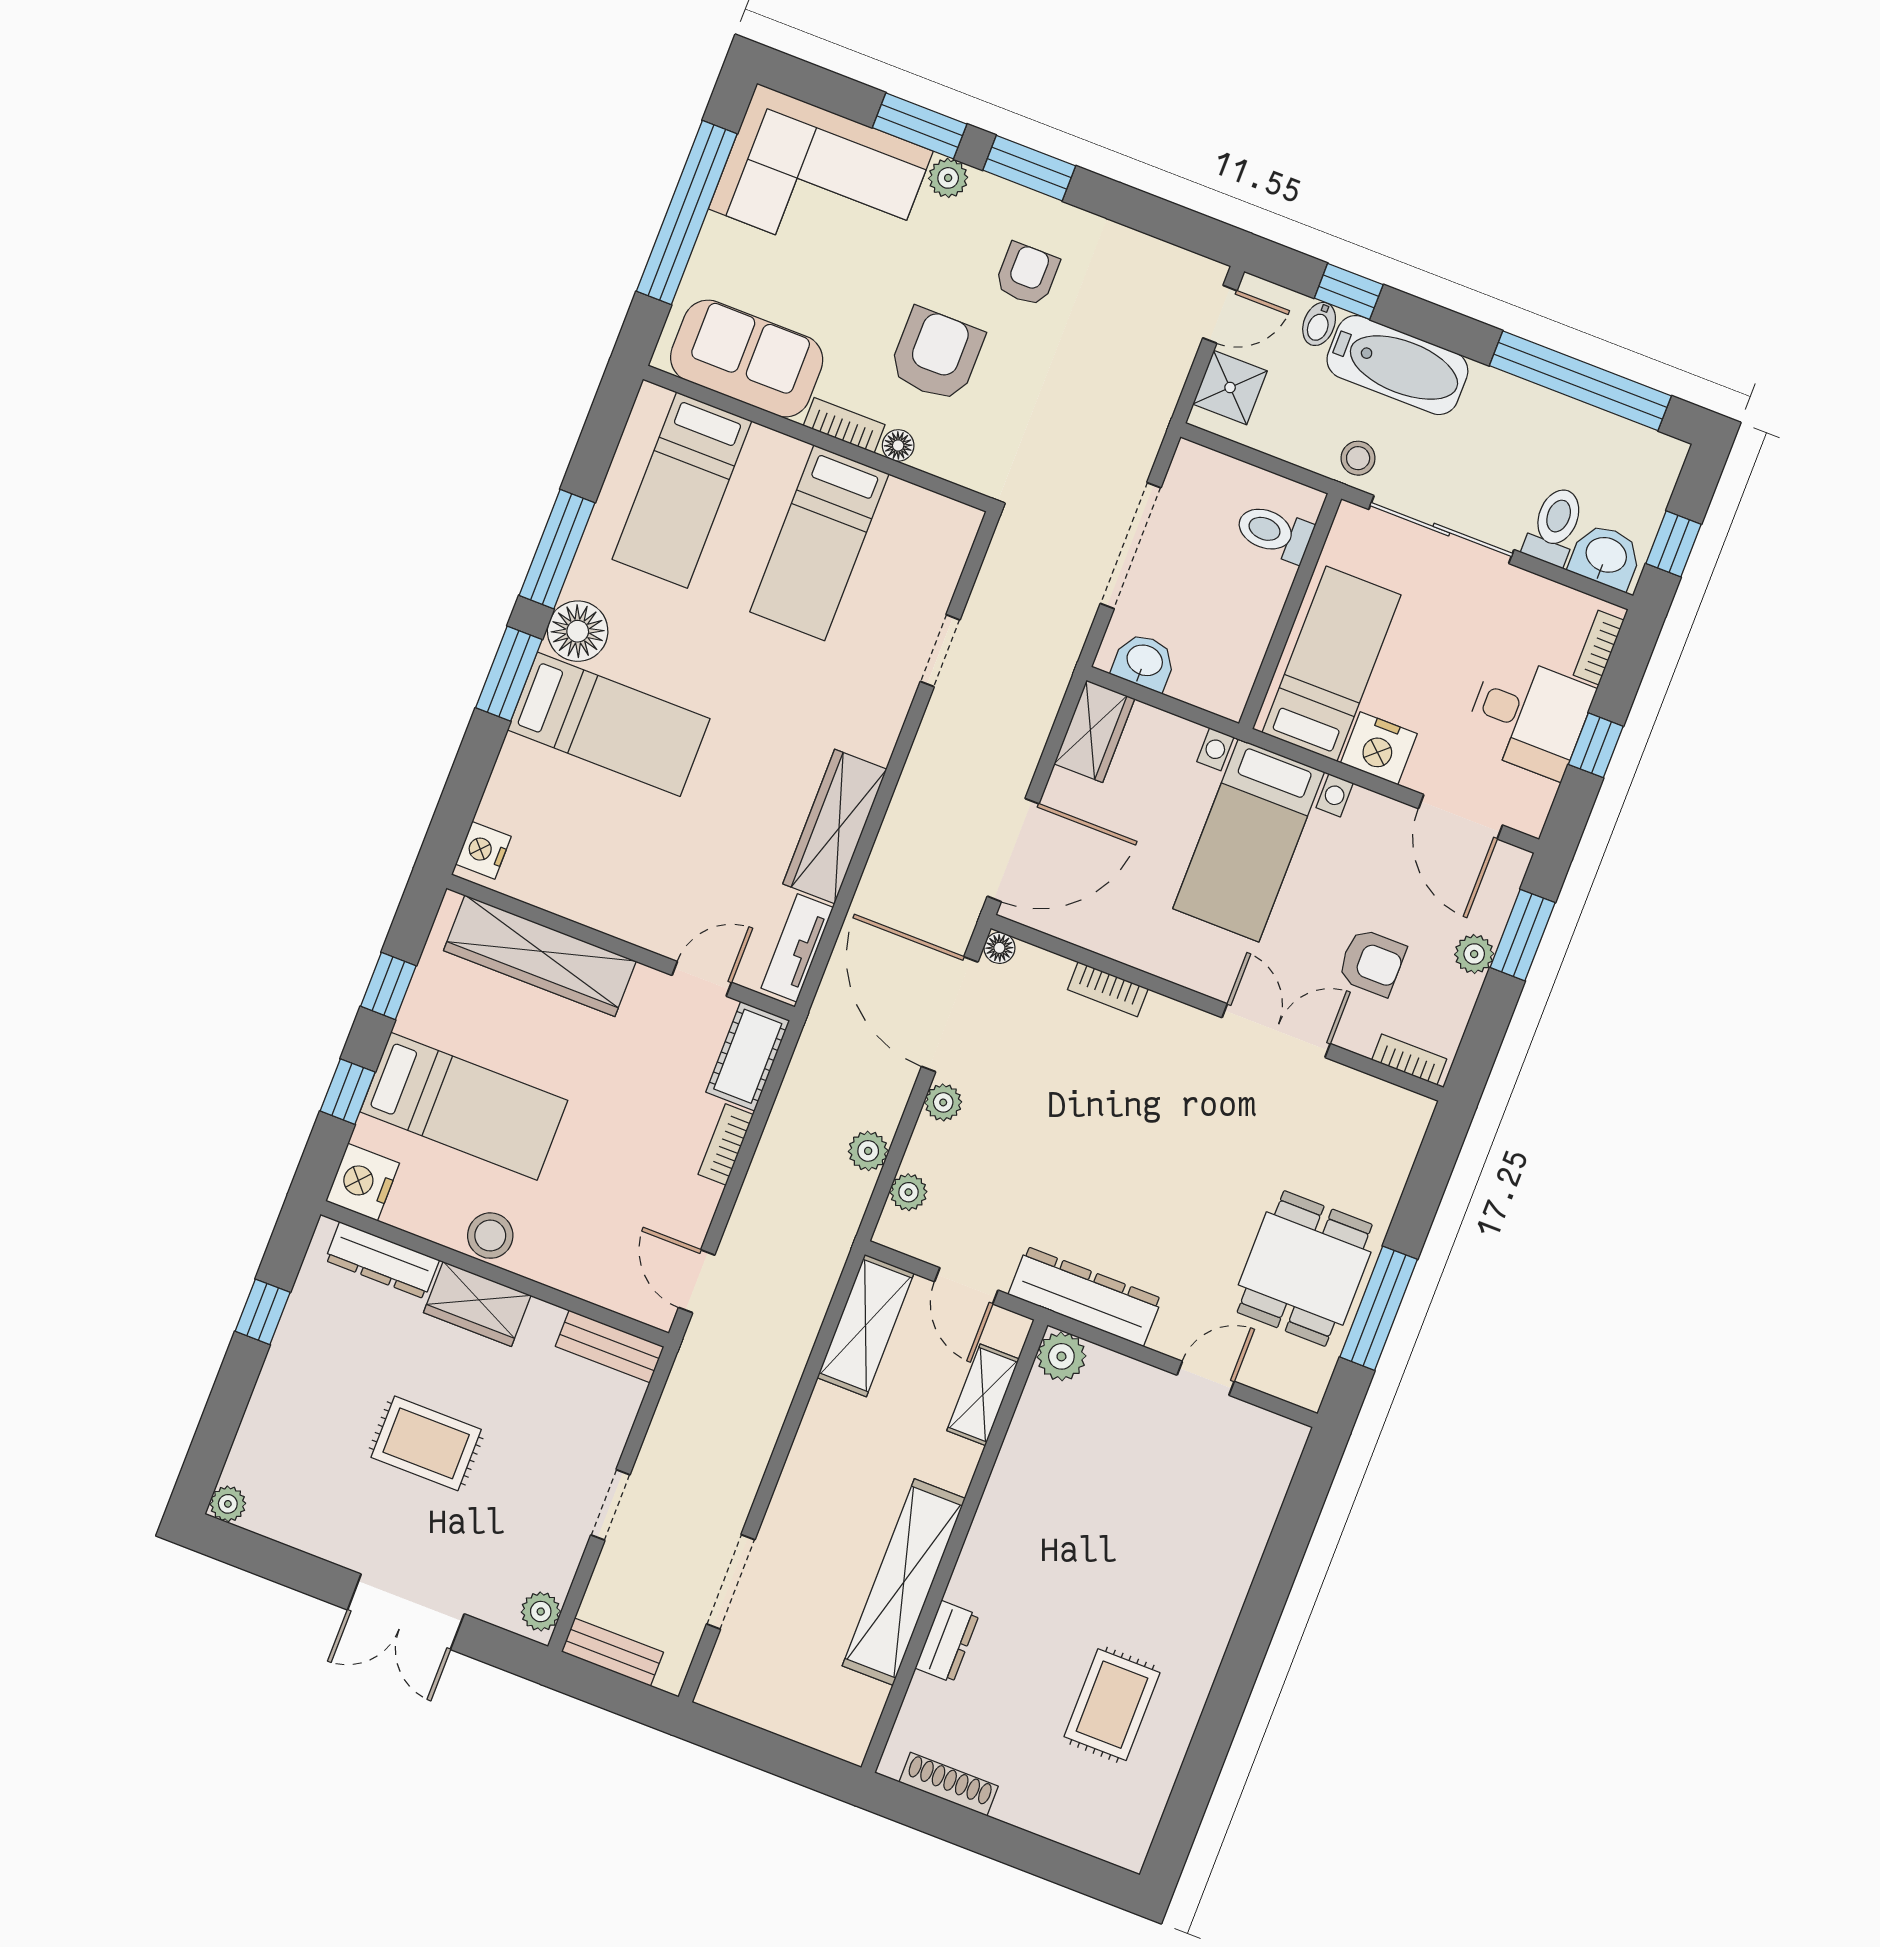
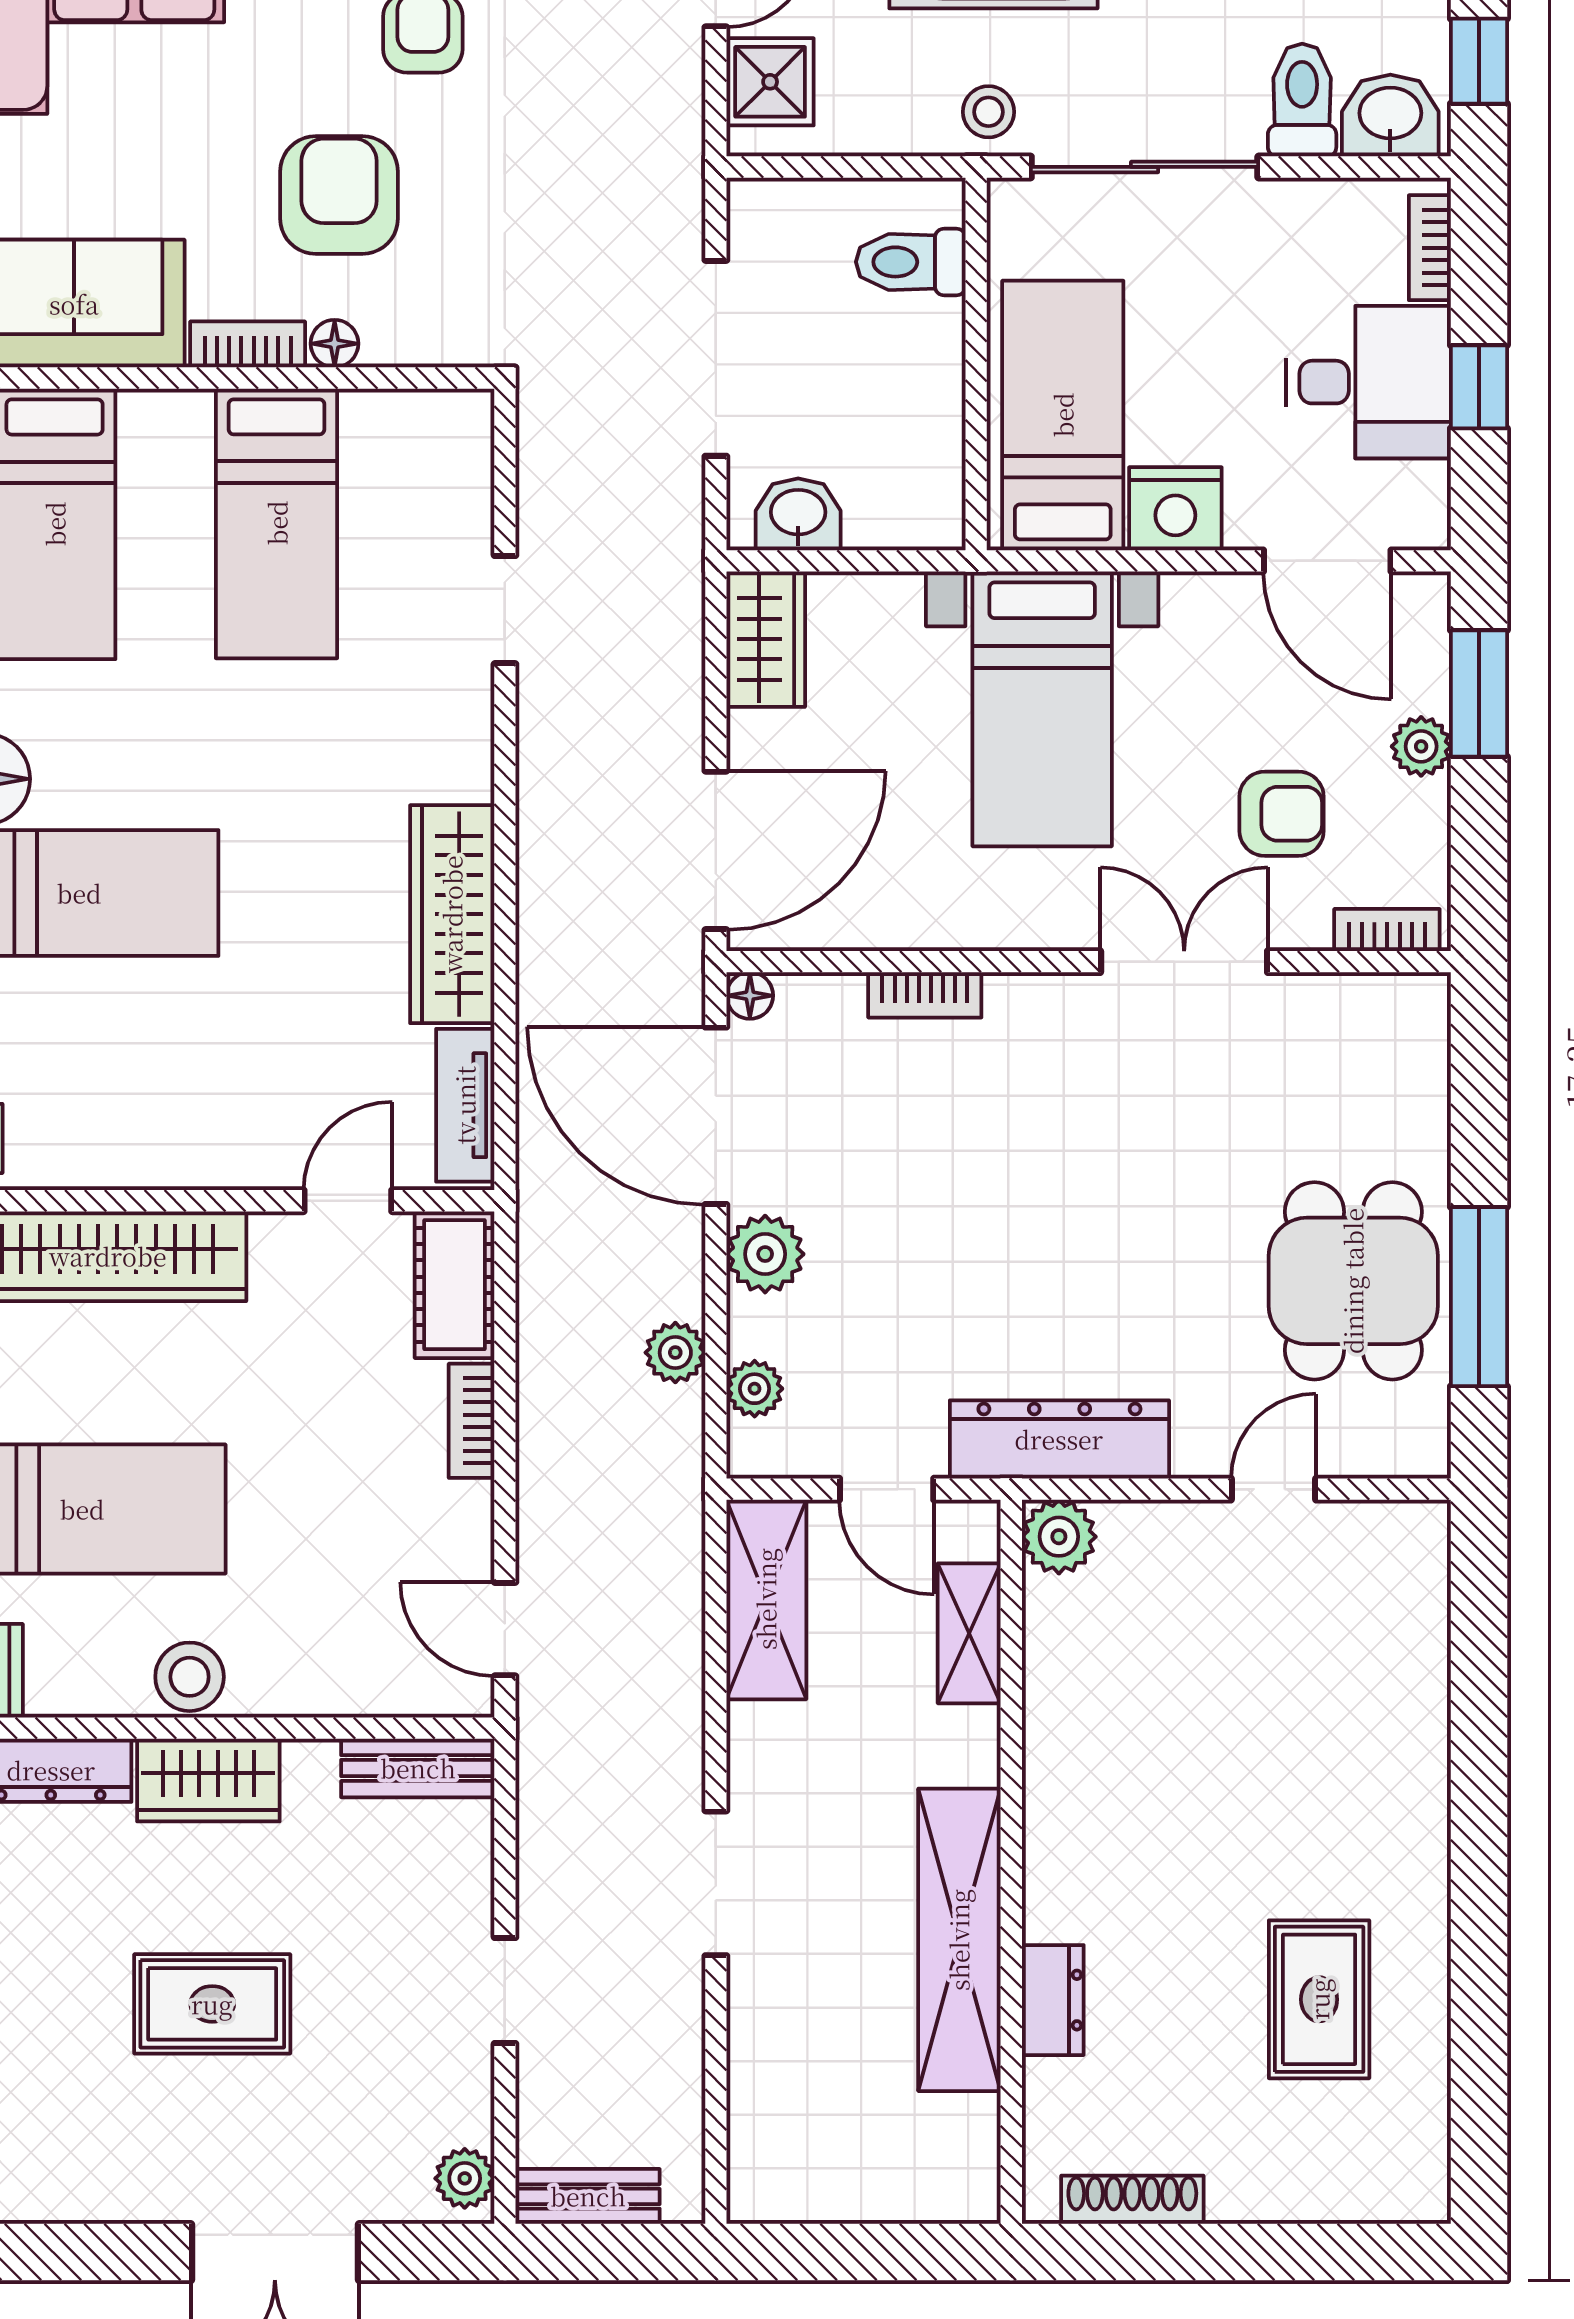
plant: (943, 1102) -> (765, 1254), width x1.38, depth x1.38
doorway: (731, 1582) -> (716, 1883), moved

